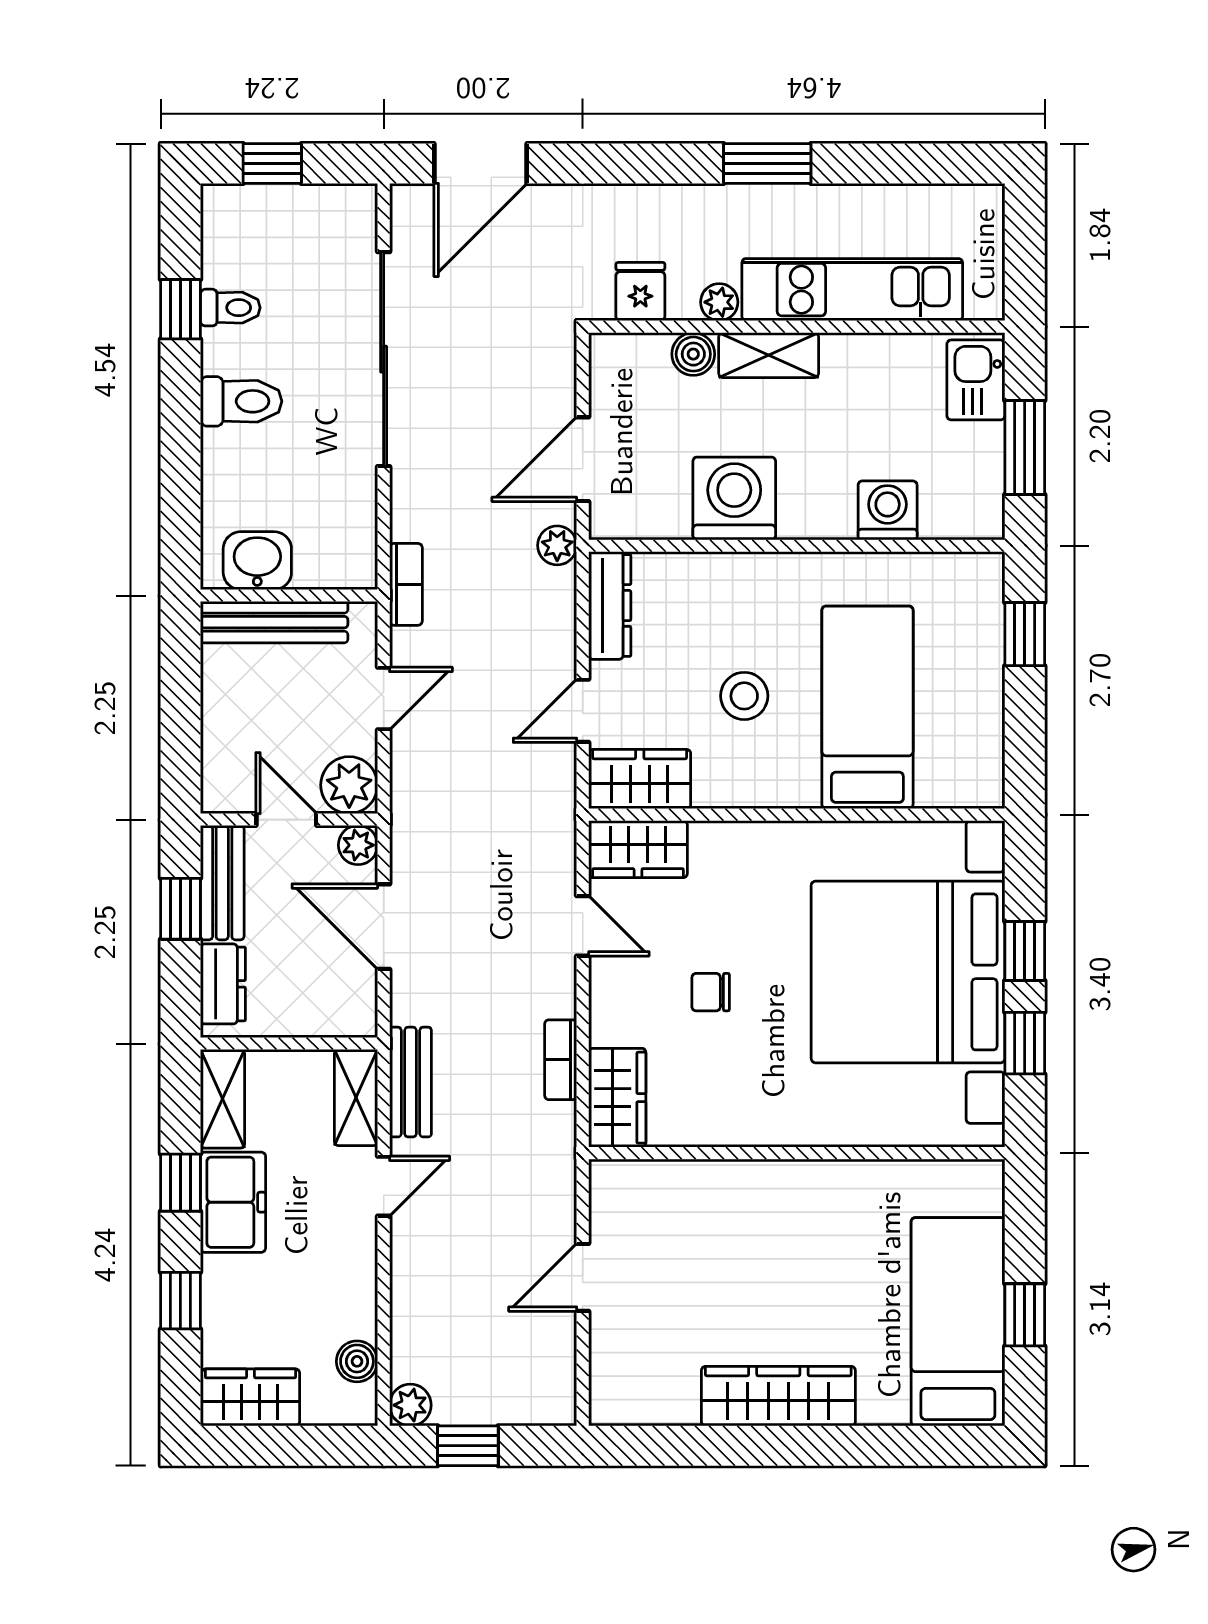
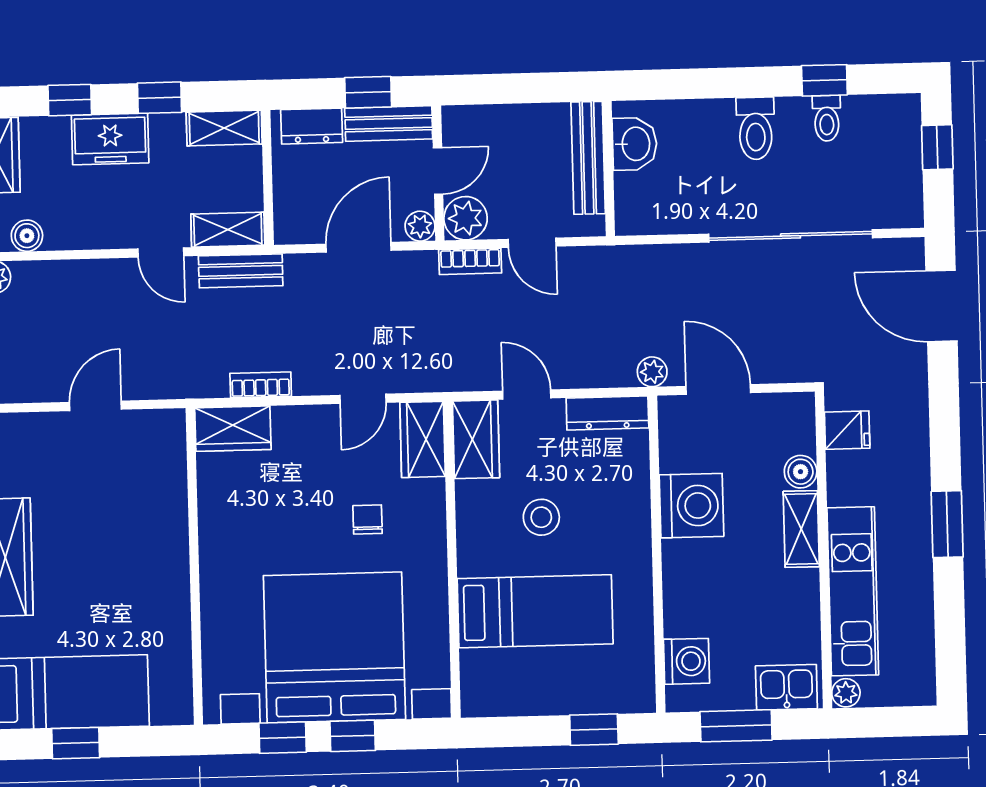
plant: (719, 302) -> (846, 693), moved
washing machine: (888, 510) -> (686, 661), moved
bookcase: (406, 584) -> (470, 261), moved
chair: (711, 992) -> (368, 519), moved
freezer: (233, 1202) -> (110, 139), moved
door: (583, 1277) -> (95, 406), hinge flipped

